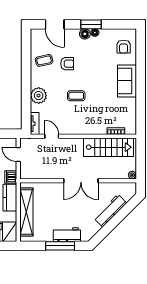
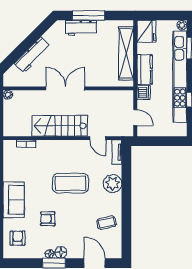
armchair: (67, 64) -> (48, 219), moved
coffee table: (76, 96) -> (70, 183), width x1.86, depth x1.72
stairs: (109, 147) -> (60, 126), moved

